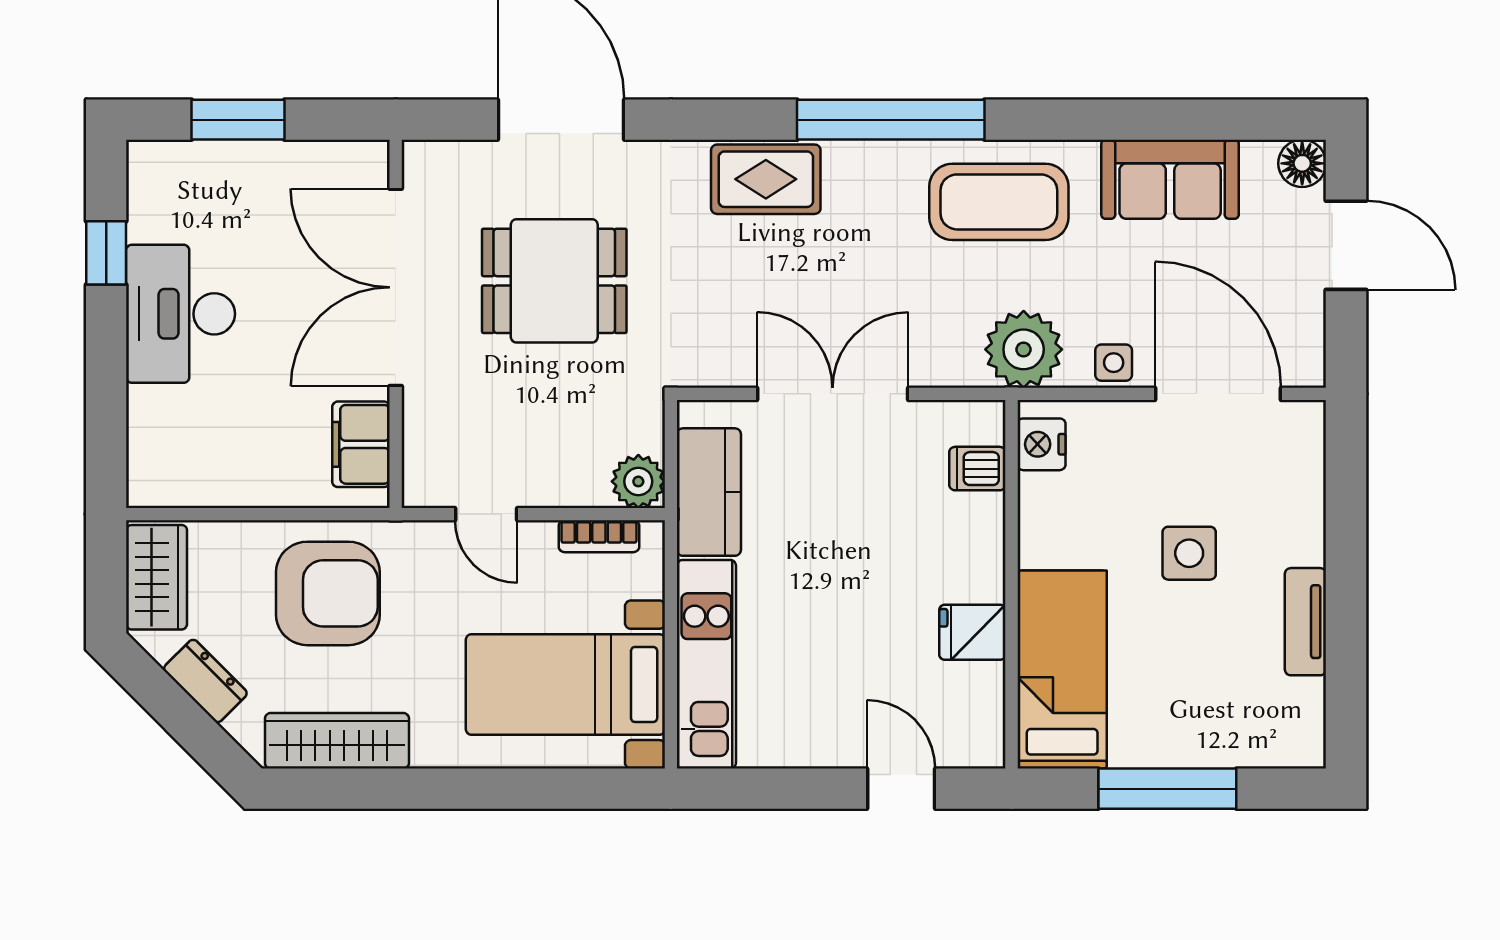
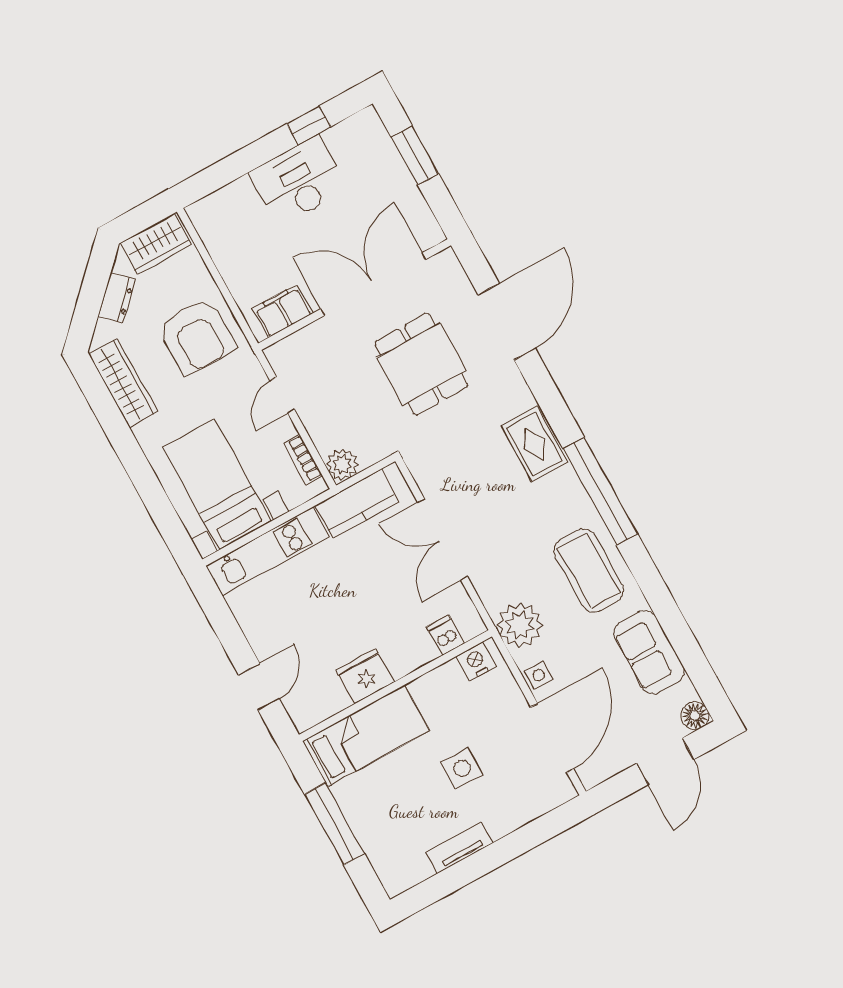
double door: (833, 394) -> (443, 539), swing flipped
fridge: (972, 632) -> (365, 676), width x1.38

